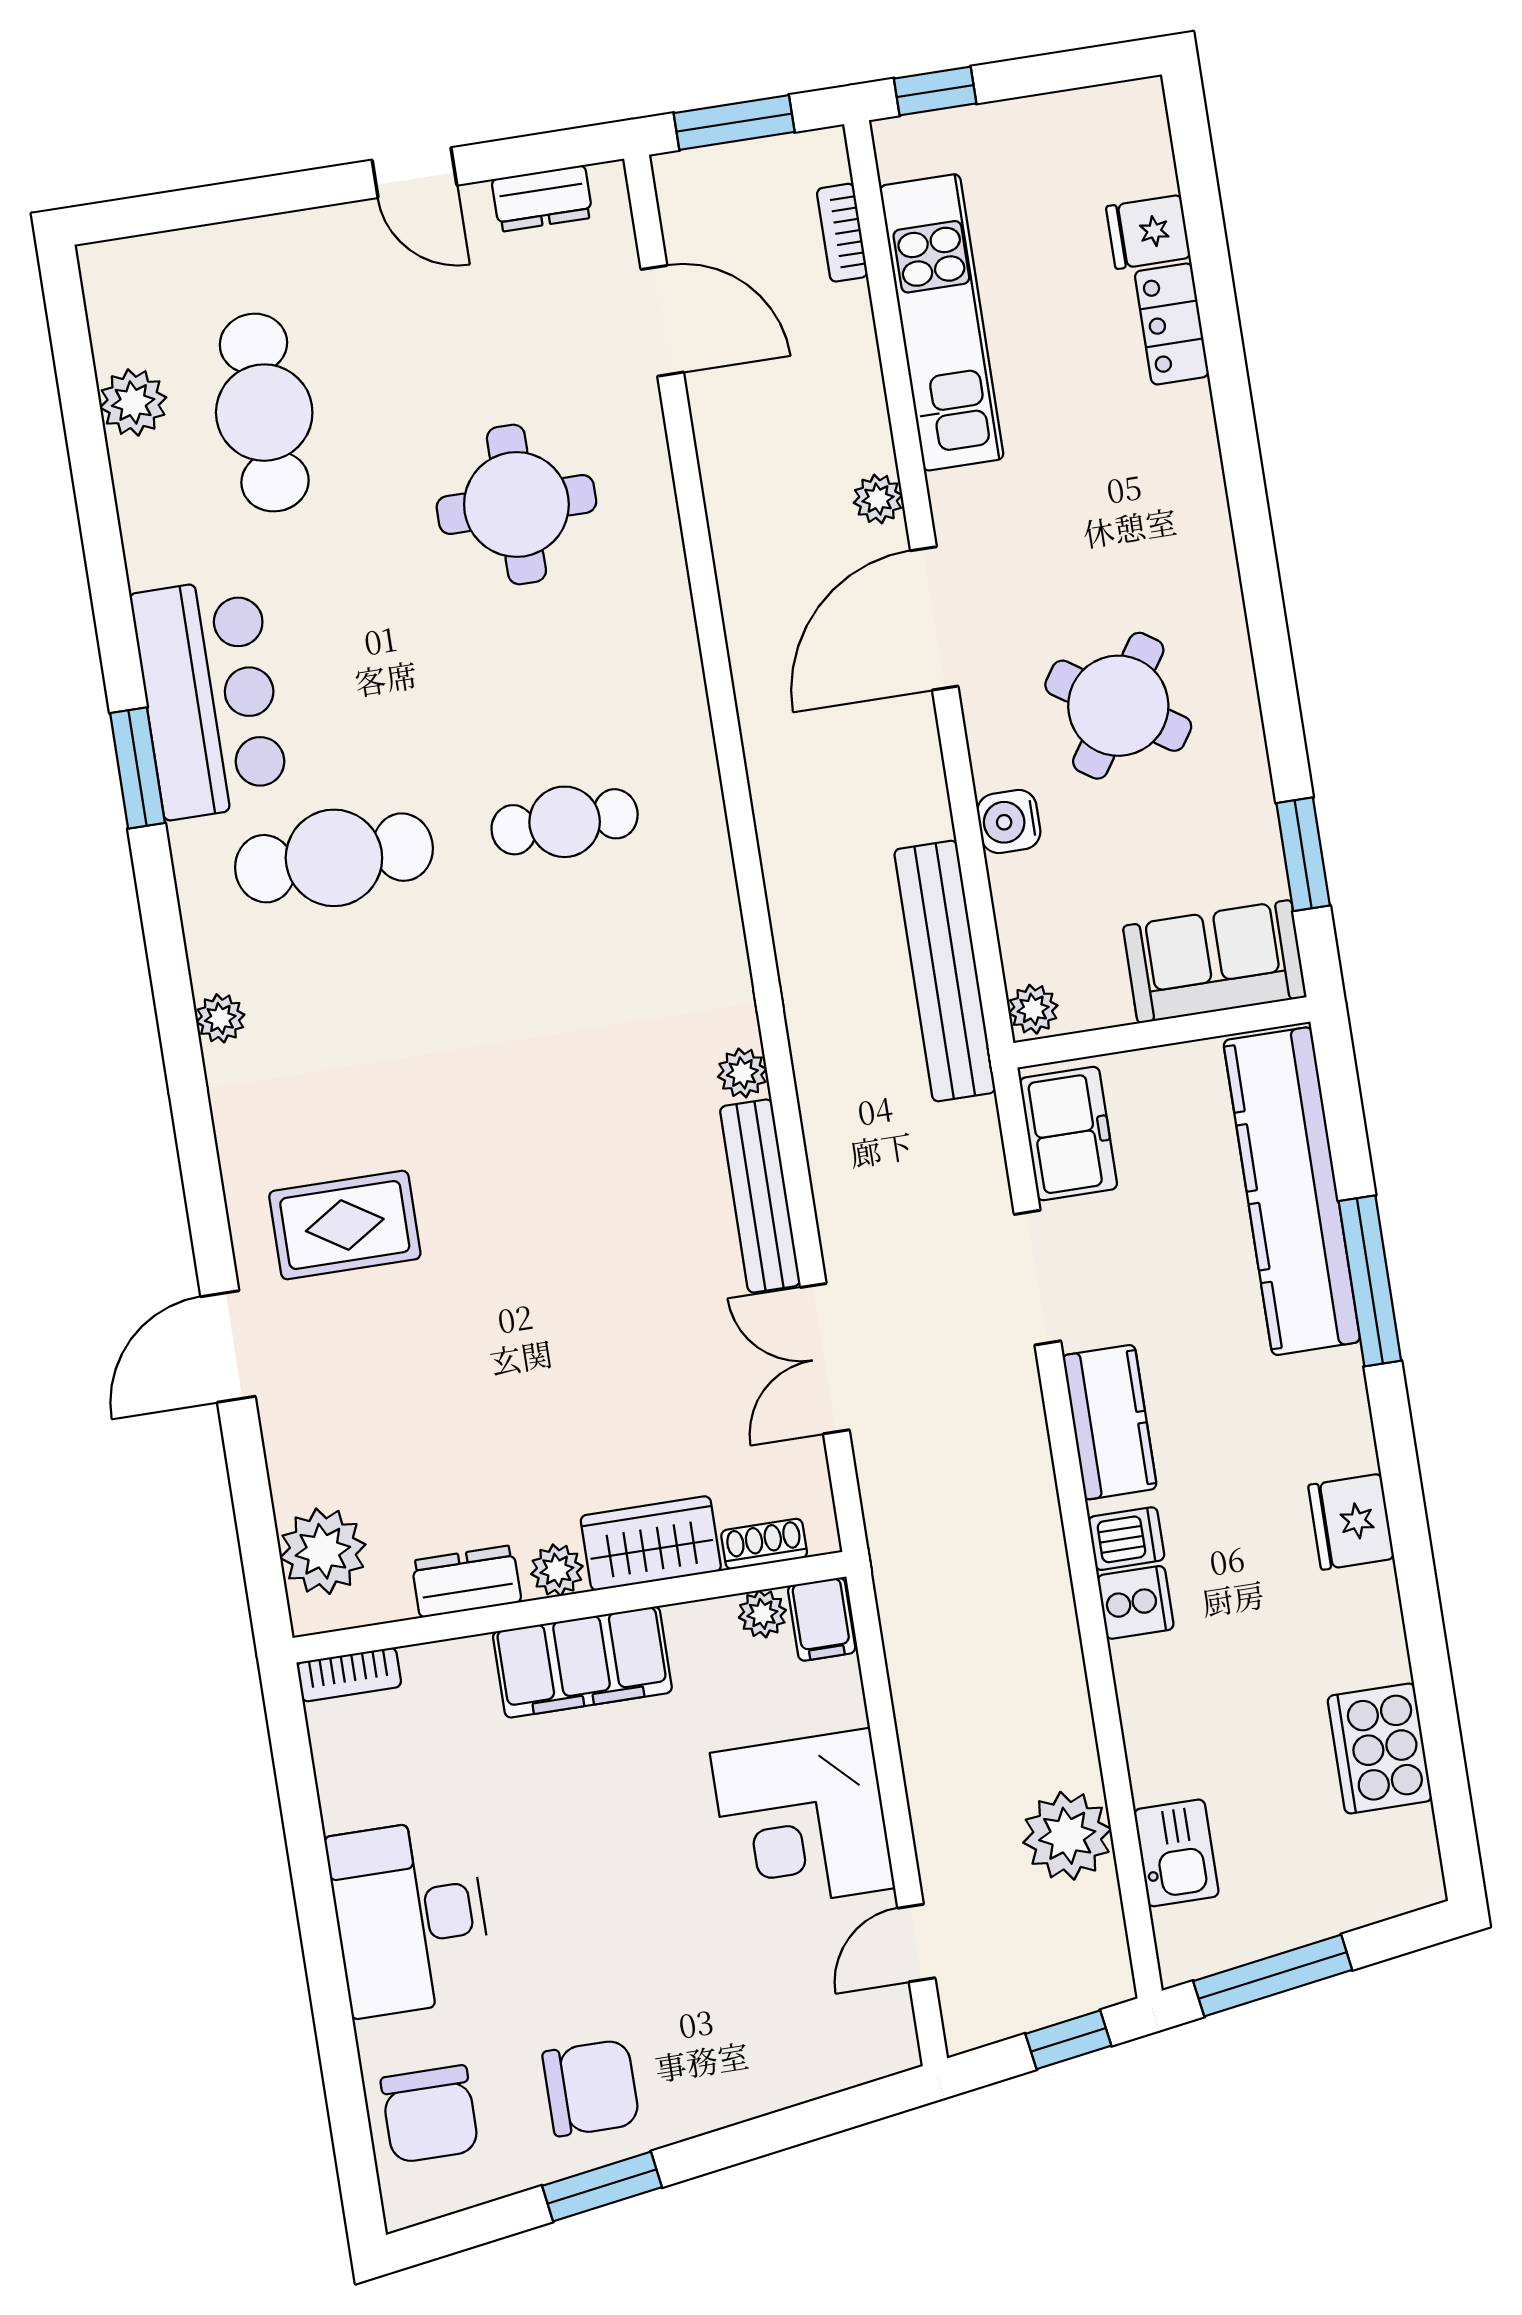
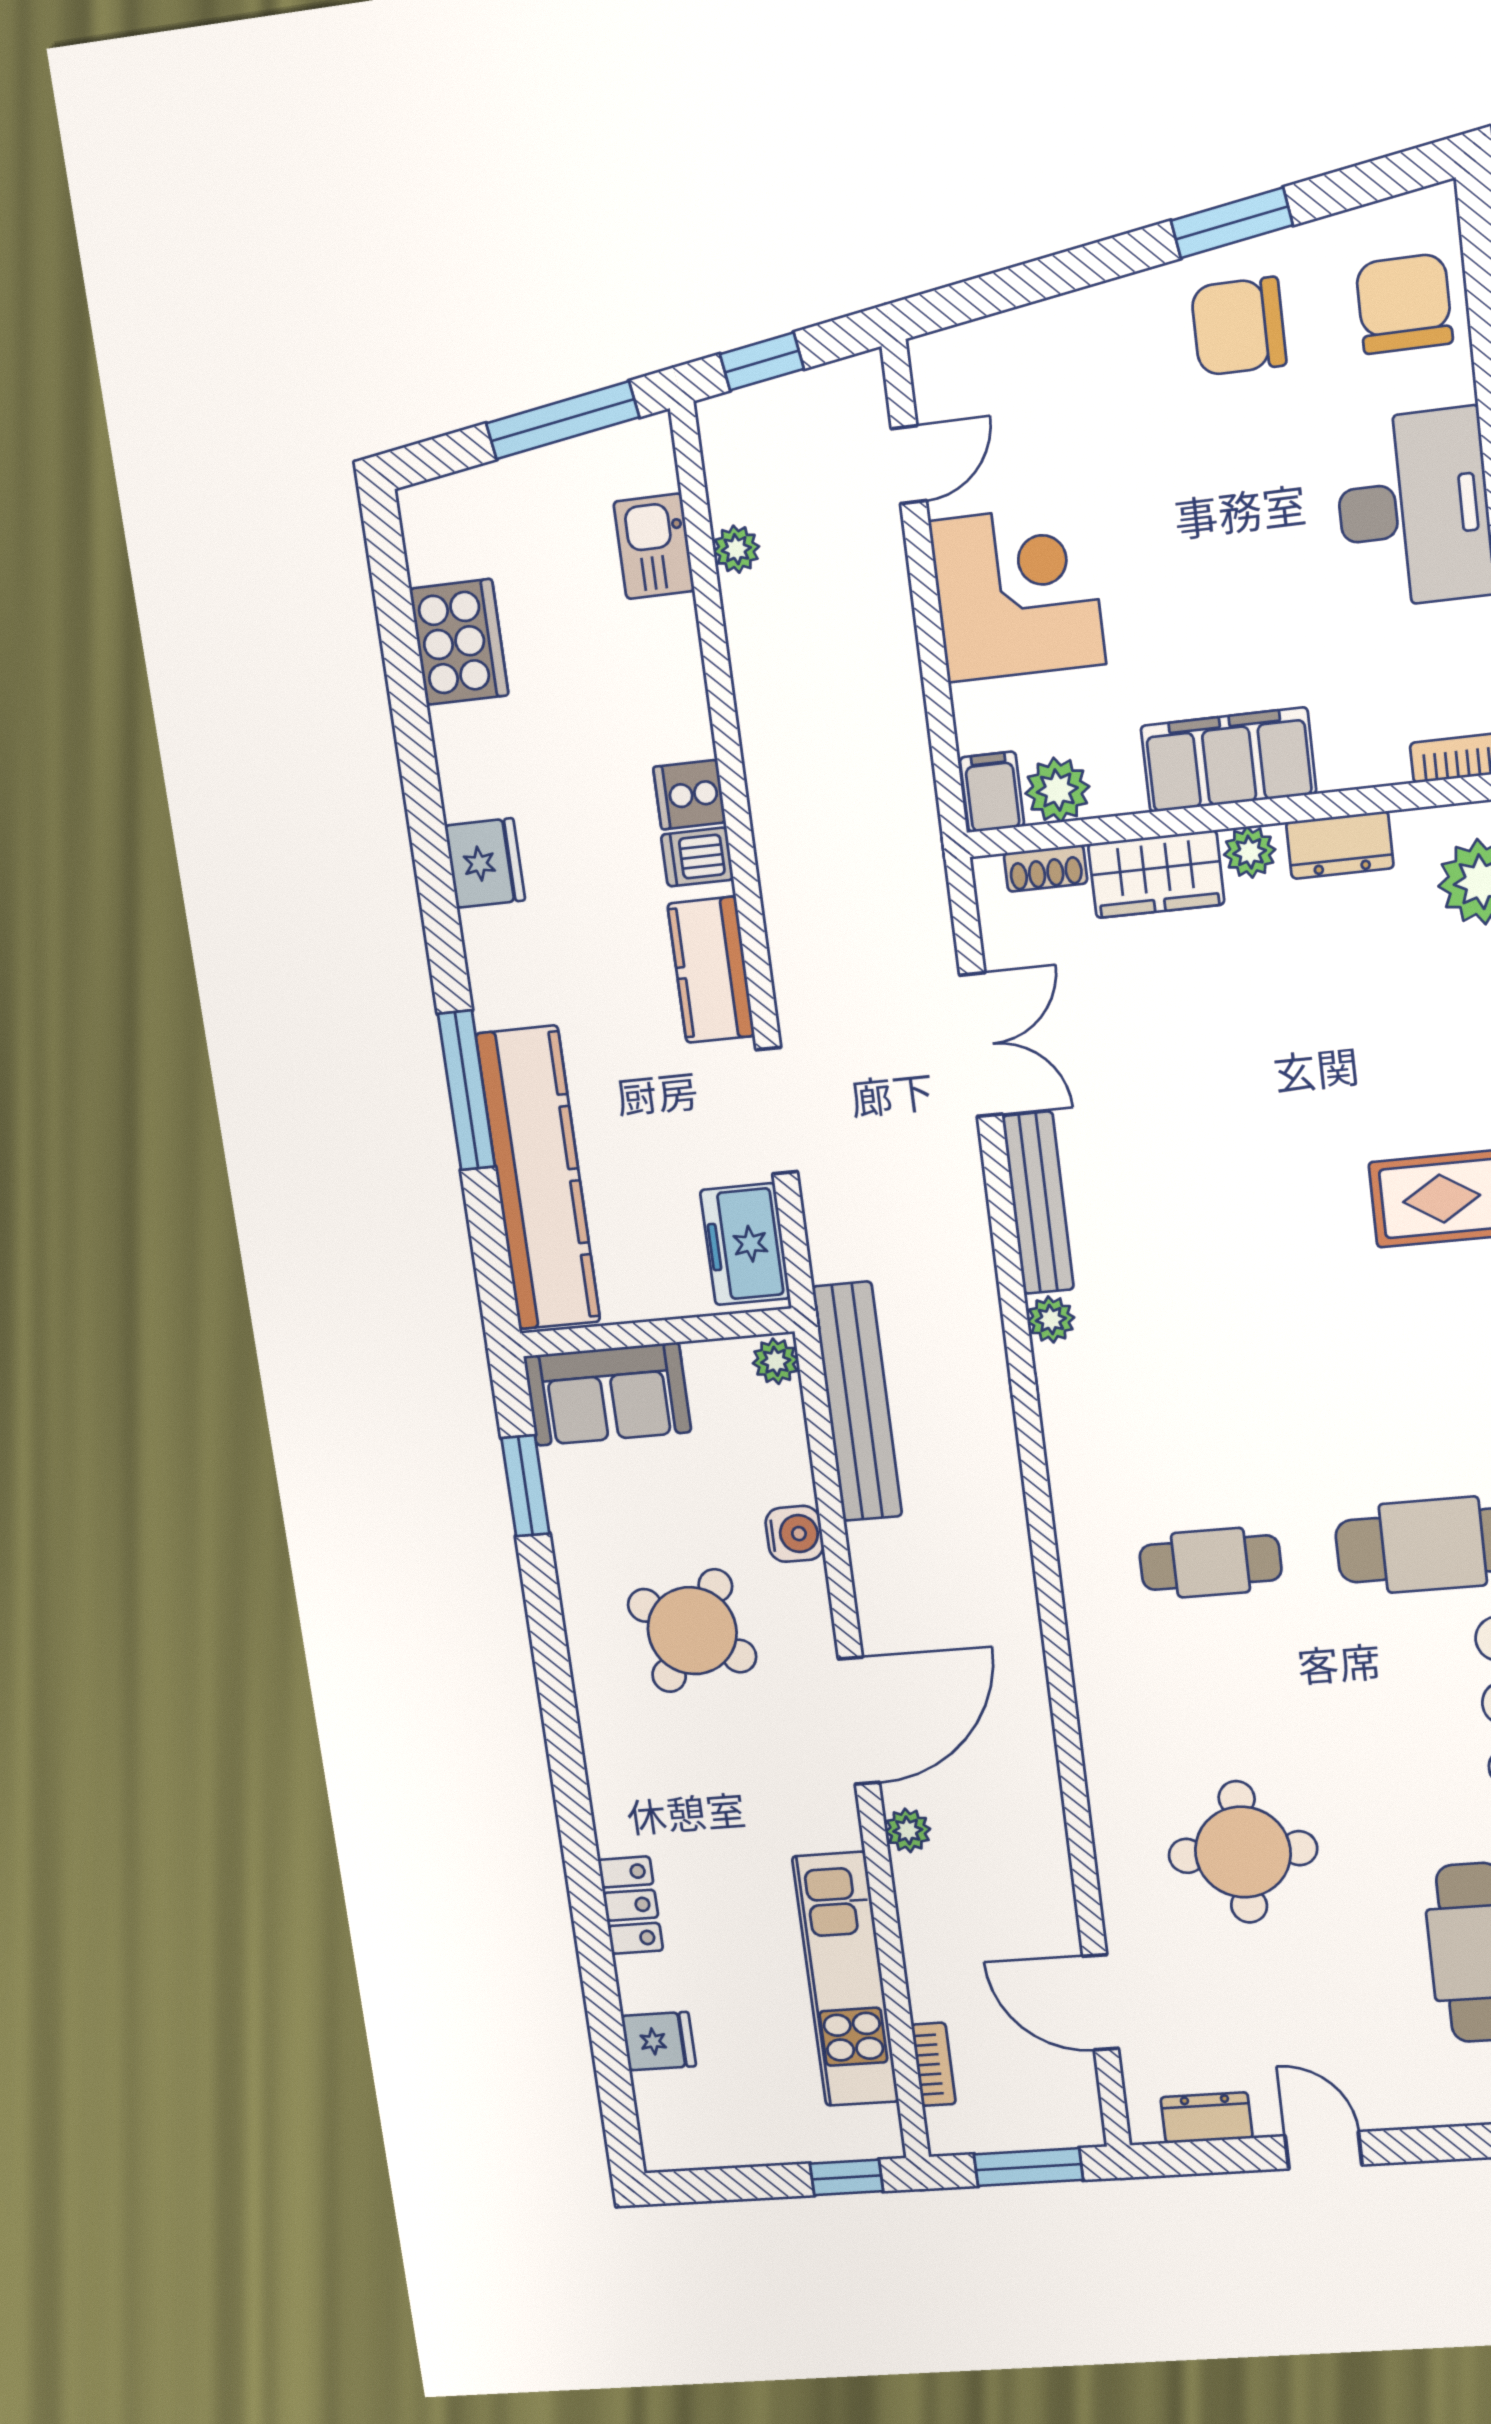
locker: (1172, 324) -> (631, 1905), moved
plant: (762, 1614) -> (1057, 790), width x1.38, depth x1.38
plant: (1067, 1836) -> (736, 549), width x0.53, depth x0.53

